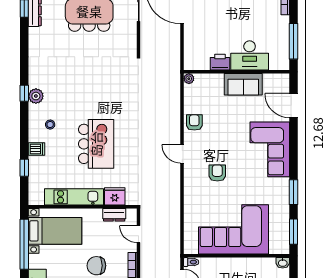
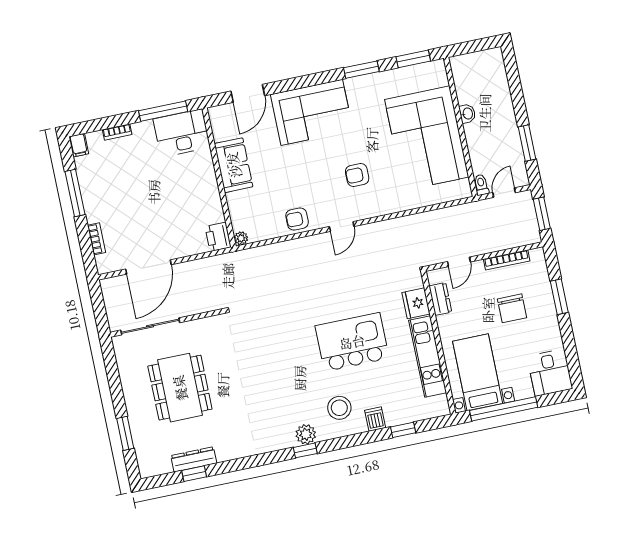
desk: (250, 55) -> (182, 133), moved, turned -90
printer: (220, 62) -> (218, 237), moved
stool: (50, 125) -> (339, 408), width x1.89, depth x1.89
washbasin: (283, 263) -> (467, 114), moved

